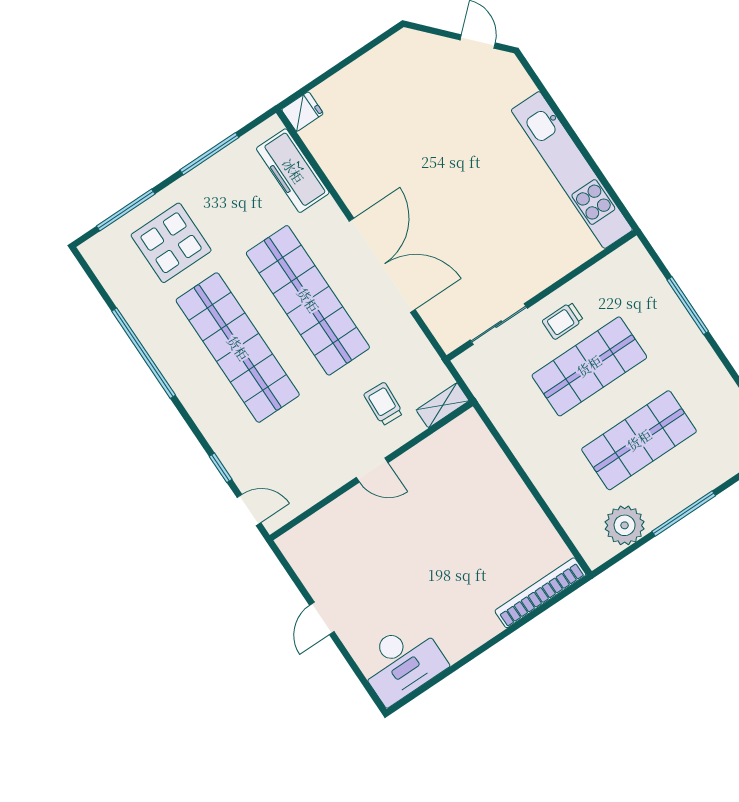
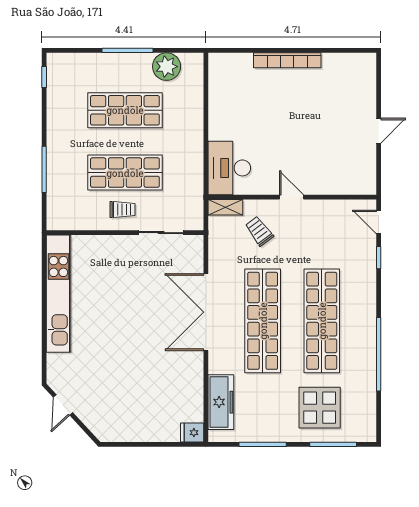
trolley: (383, 404) -> (259, 231), turned 140
bookcase: (540, 593) -> (287, 60), moved
desk: (402, 663) -> (229, 168), moved, turned -90

